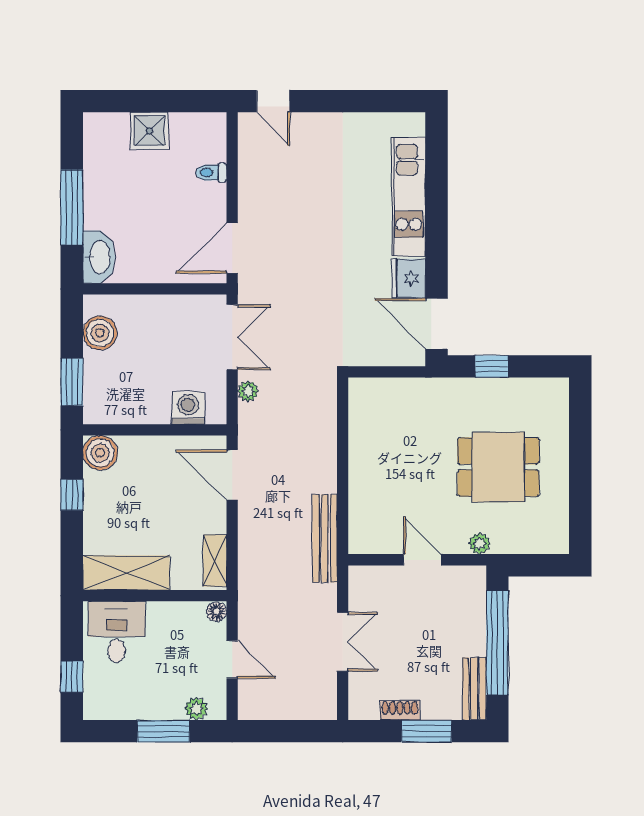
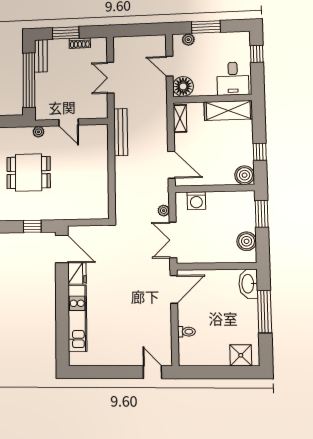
shower: (149, 131) -> (241, 355), moved
floor lamp: (217, 612) -> (183, 86), width x1.89, depth x1.89

